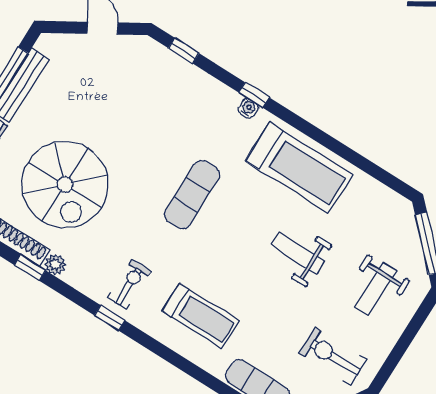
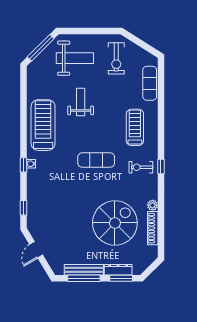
exercise mat: (192, 195) -> (96, 160), moved
weight bench: (298, 253) -> (81, 102), turned 180
window: (30, 268) -> (161, 215), removed
weight bench: (376, 289) -> (75, 58), width x1.36, depth x1.33

